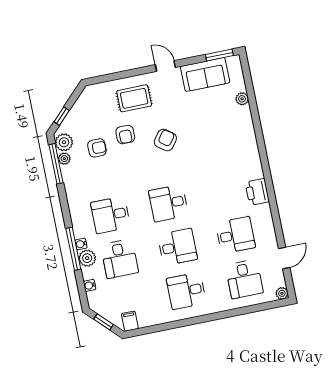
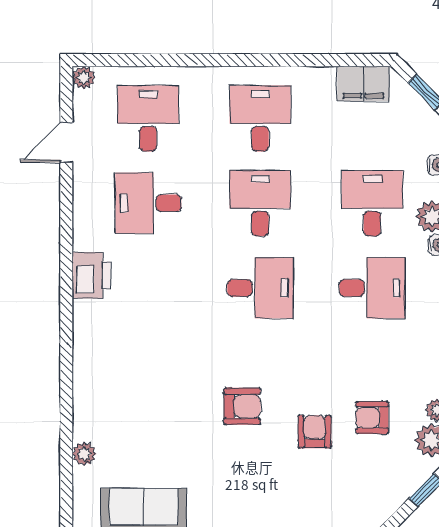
rug: (134, 98) -> (285, 496), removed
armchair: (165, 140) -> (242, 406), turned -126
desk: (177, 247) -> (260, 203), turned 90
desk: (186, 291) -> (260, 118), turned -90
filing cabinet: (130, 321) -> (363, 83), width x2.00

